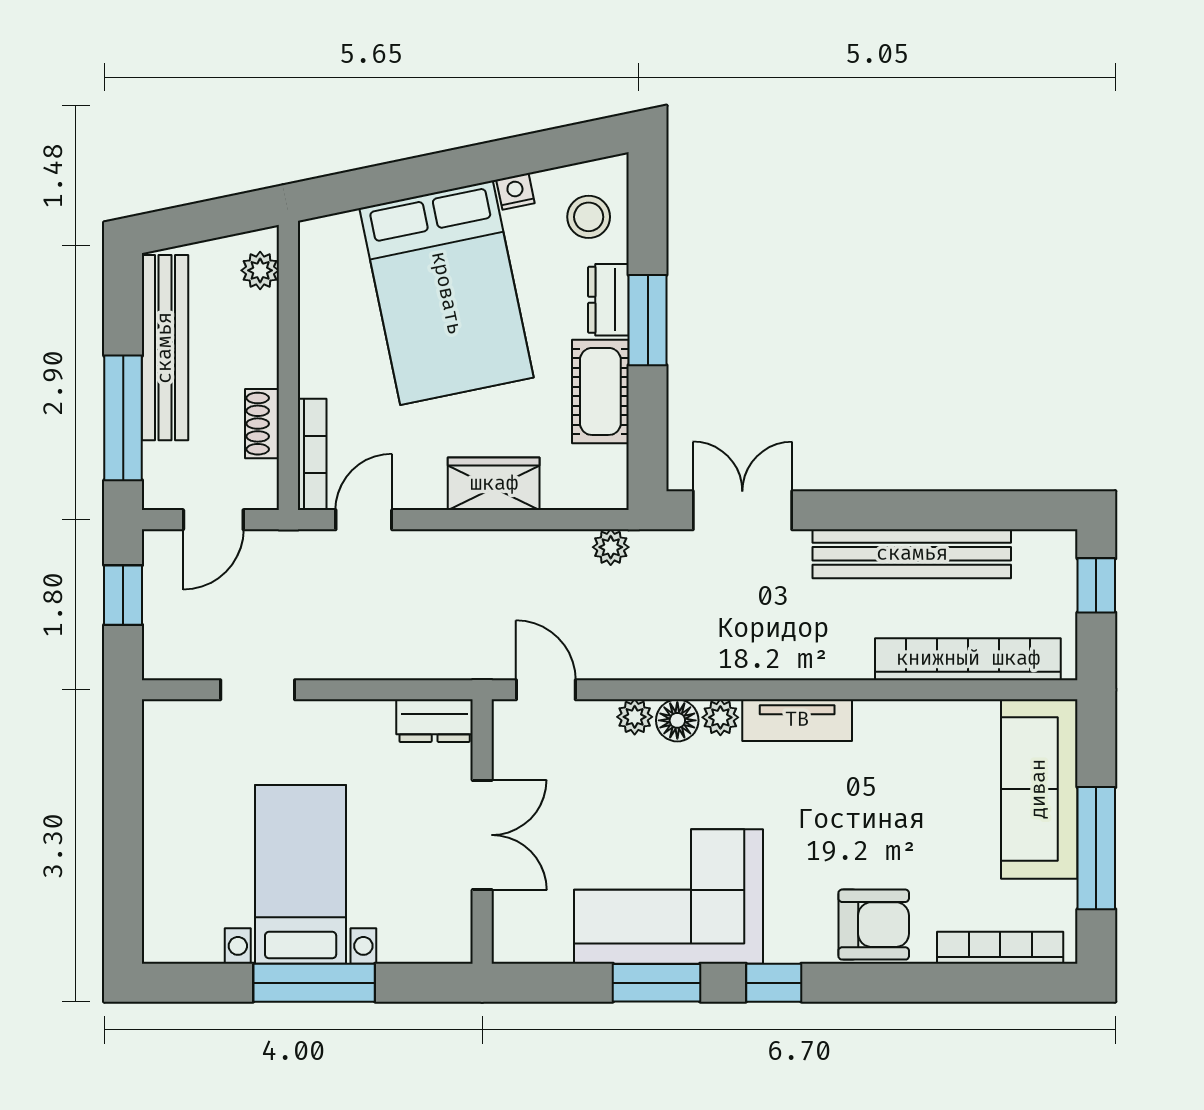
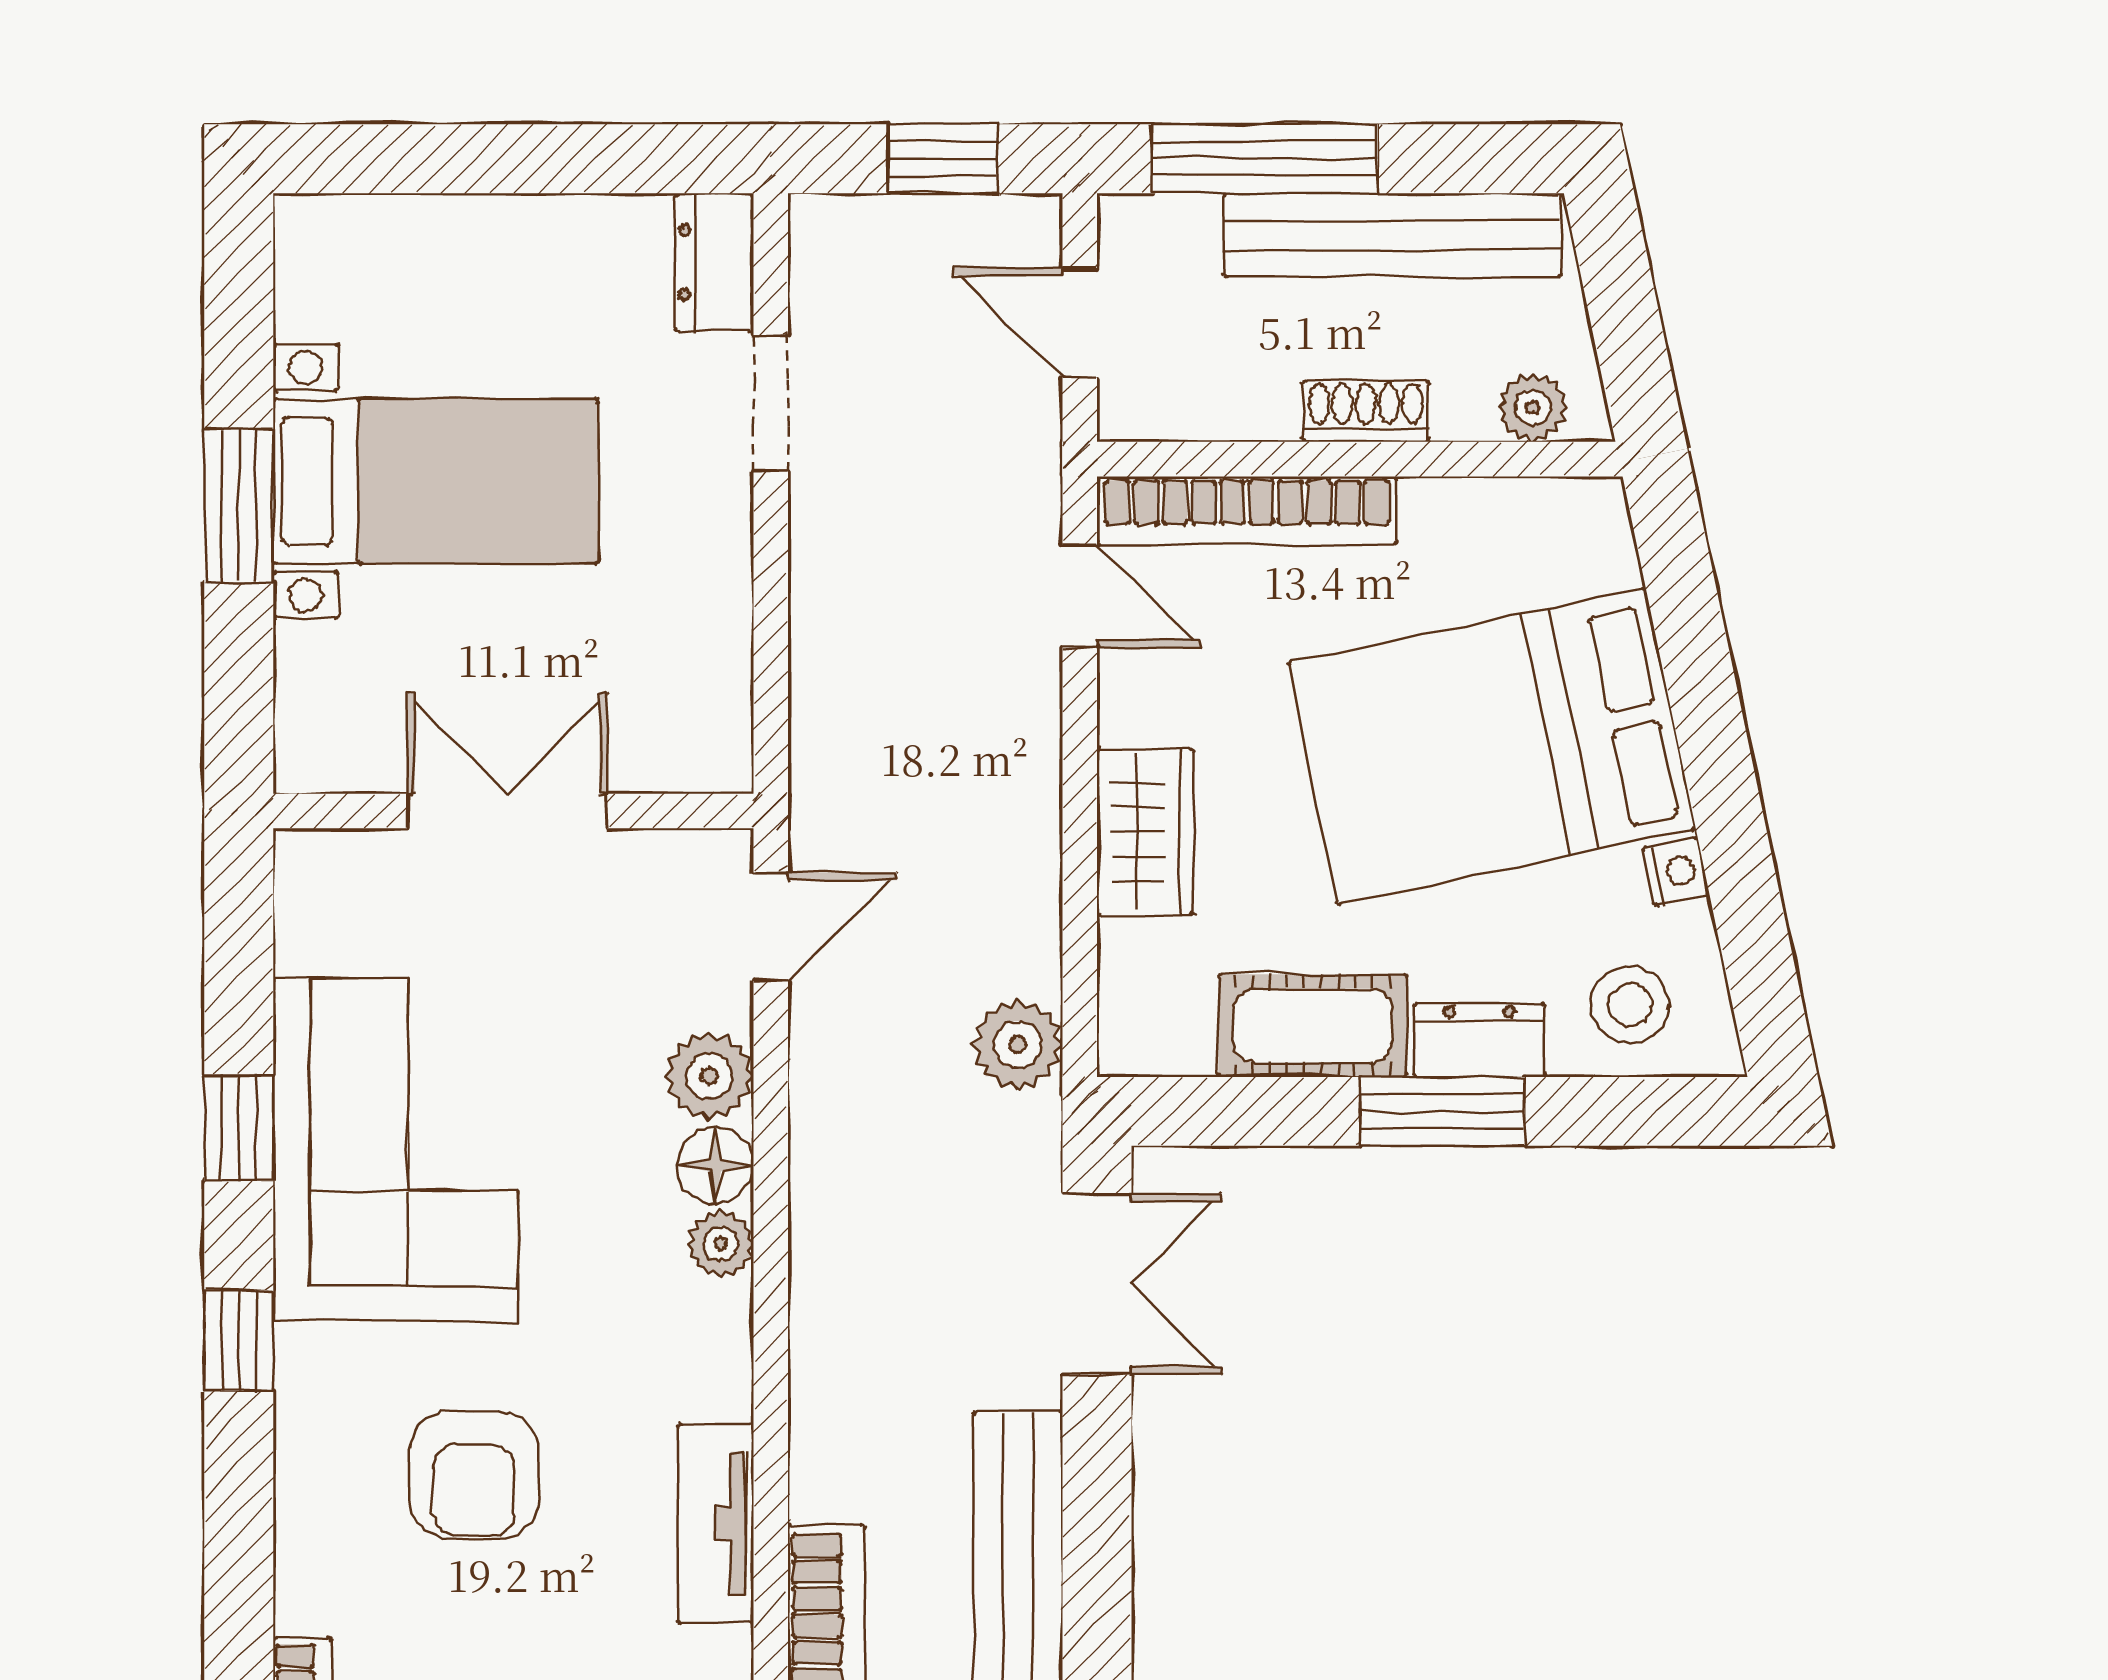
shoe rack: (262, 424) -> (1366, 411), moved
bookcase: (312, 454) -> (1247, 510), width x1.48, depth x1.31
plant: (611, 547) -> (1018, 1045), width x1.38, depth x1.38
plant: (635, 717) -> (709, 1076), width x1.38, depth x1.38
tv unit: (797, 720) -> (716, 1523), moved
dresser: (435, 721) -> (715, 262), moved
double door: (482, 835) -> (507, 811), swing flipped
armchair: (874, 925) -> (474, 1475), moved
window: (314, 983) -> (239, 506), width x0.69
window: (657, 983) -> (239, 1128), width x0.67

